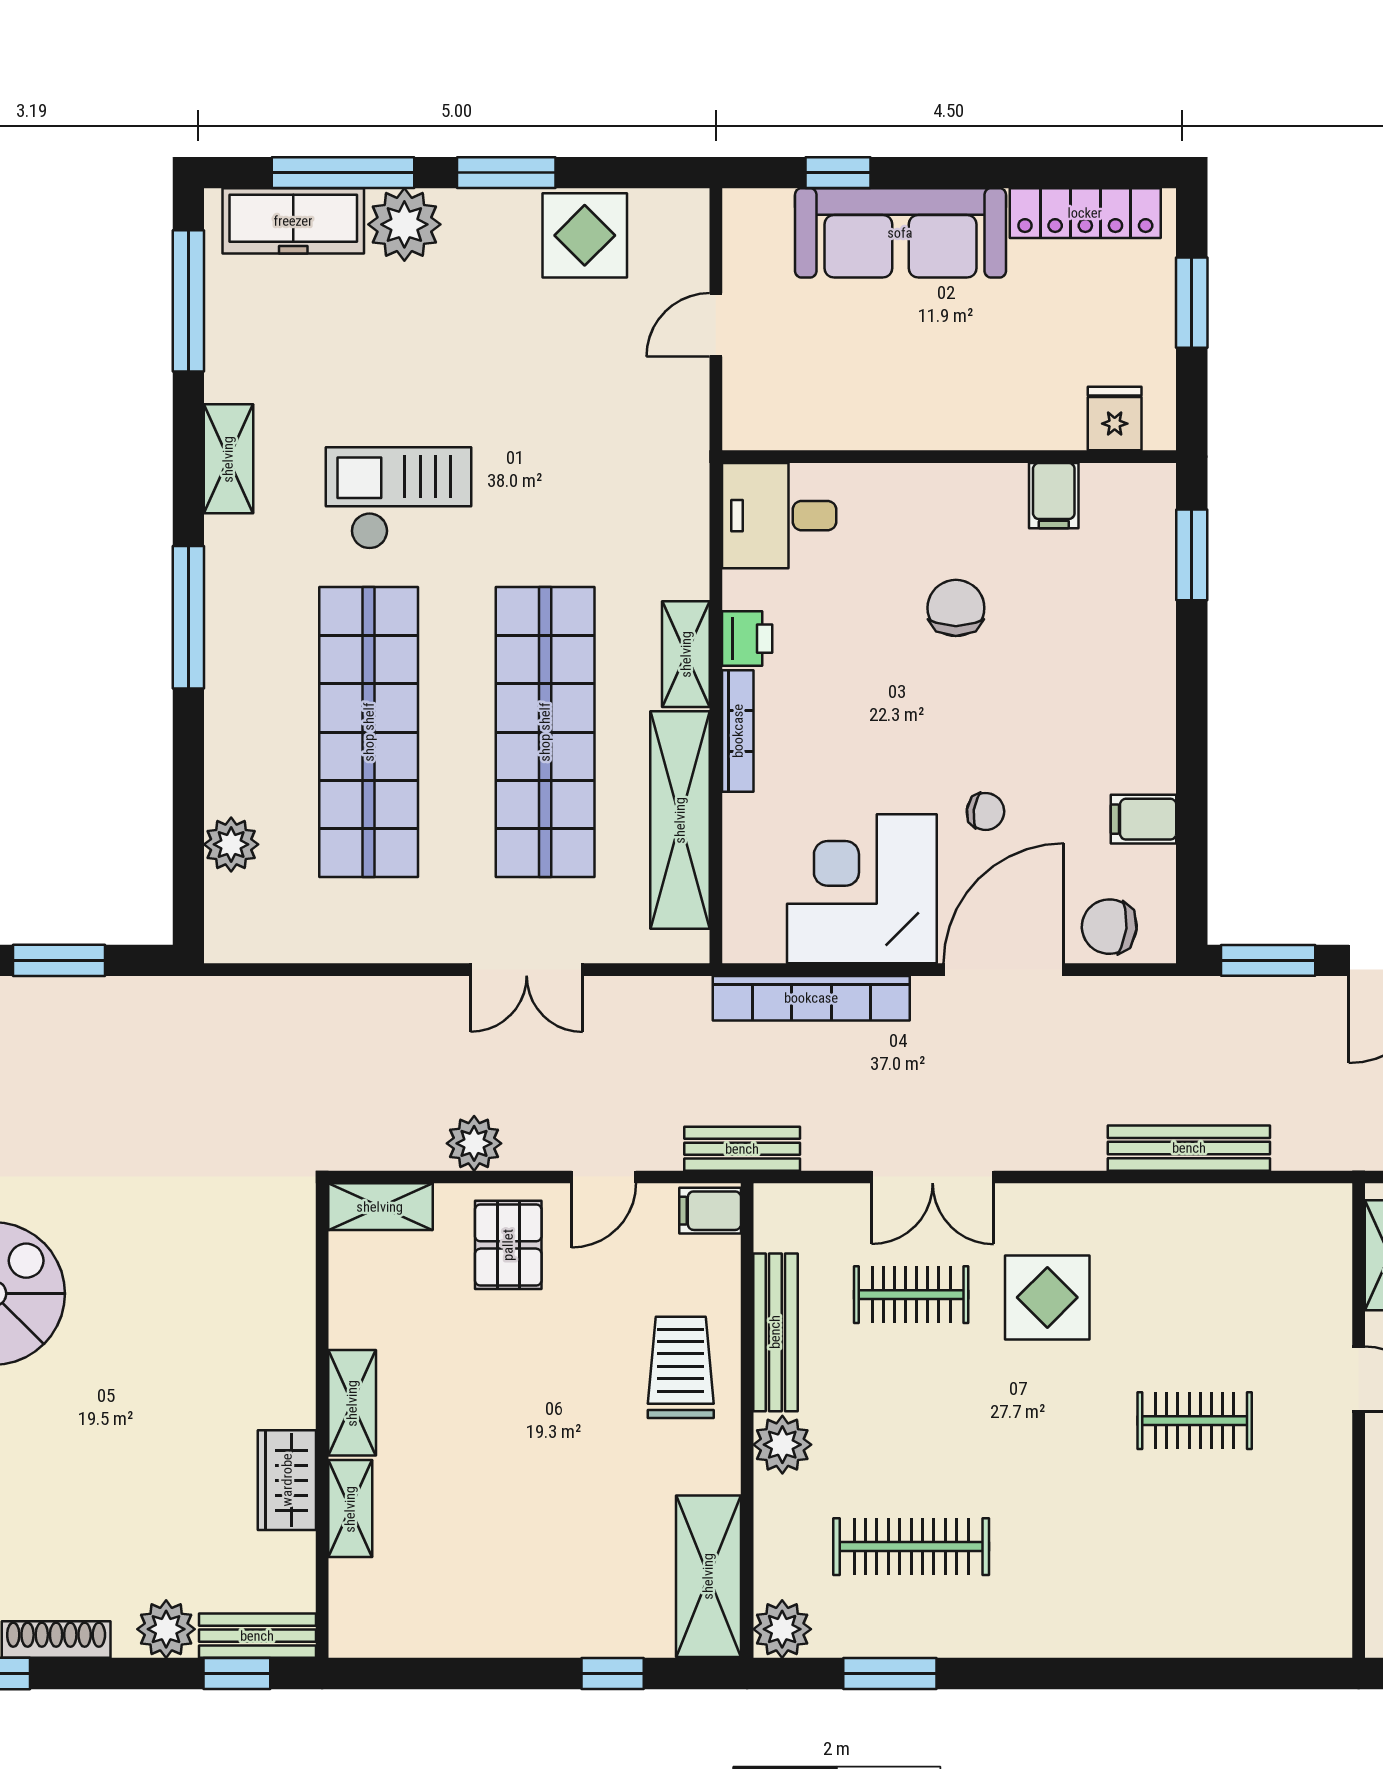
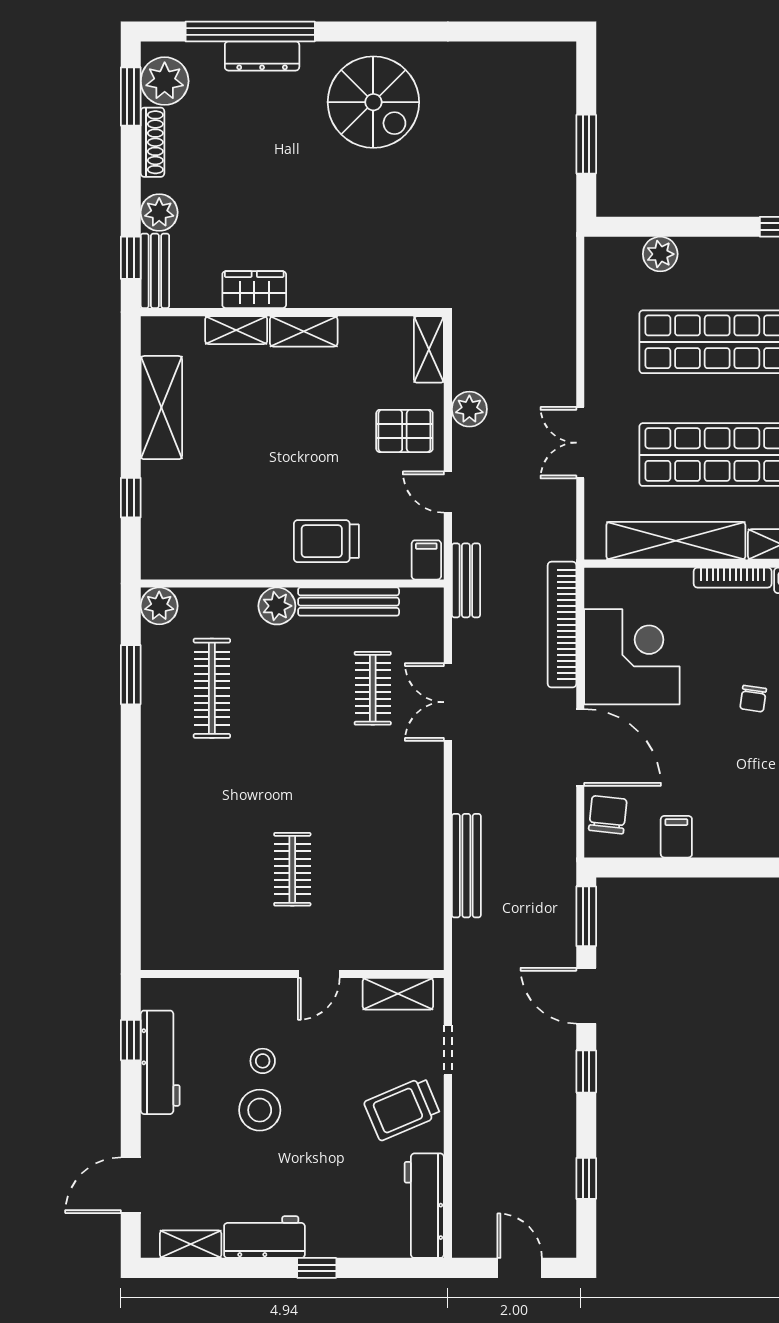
chair: (985, 811) -> (753, 699), moved
display table: (1047, 1297) -> (371, 775), removed
trolley: (681, 1367) -> (326, 541), turned 180
shelving: (708, 1576) -> (161, 408), moved, turned 90

